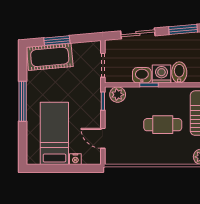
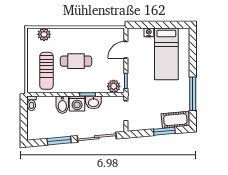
sliding door: (138, 33) -> (97, 137), width x1.37
cot: (50, 57) -> (175, 120), width x0.73, depth x0.75
window: (23, 101) -> (193, 94), moved
door: (103, 138) -> (126, 50), swing flipped

